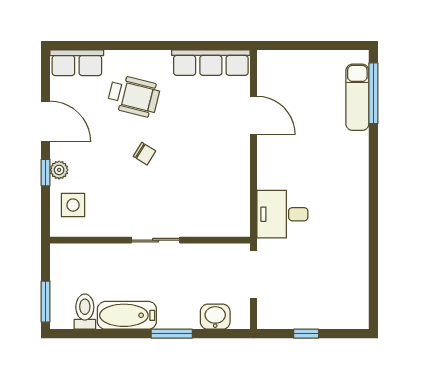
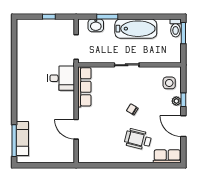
row of seats: (211, 63) -> (84, 87), moved, turned 90
toilet: (85, 312) -> (176, 28), moved
bathtub: (127, 315) -> (136, 29), width x1.36, depth x1.36
window: (172, 334) -> (107, 17), moved

